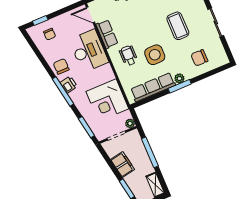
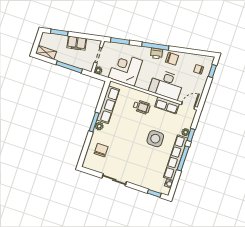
coffee table: (178, 26) -> (133, 154), removed
side table: (155, 55) -> (155, 139), moved

